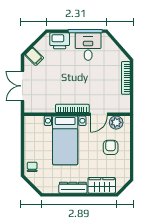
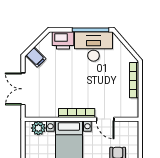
desk: (88, 47) -> (94, 46), width x1.37
door: (99, 114) -> (105, 119), hinge flipped
plant: (116, 122) -> (38, 128), moved

